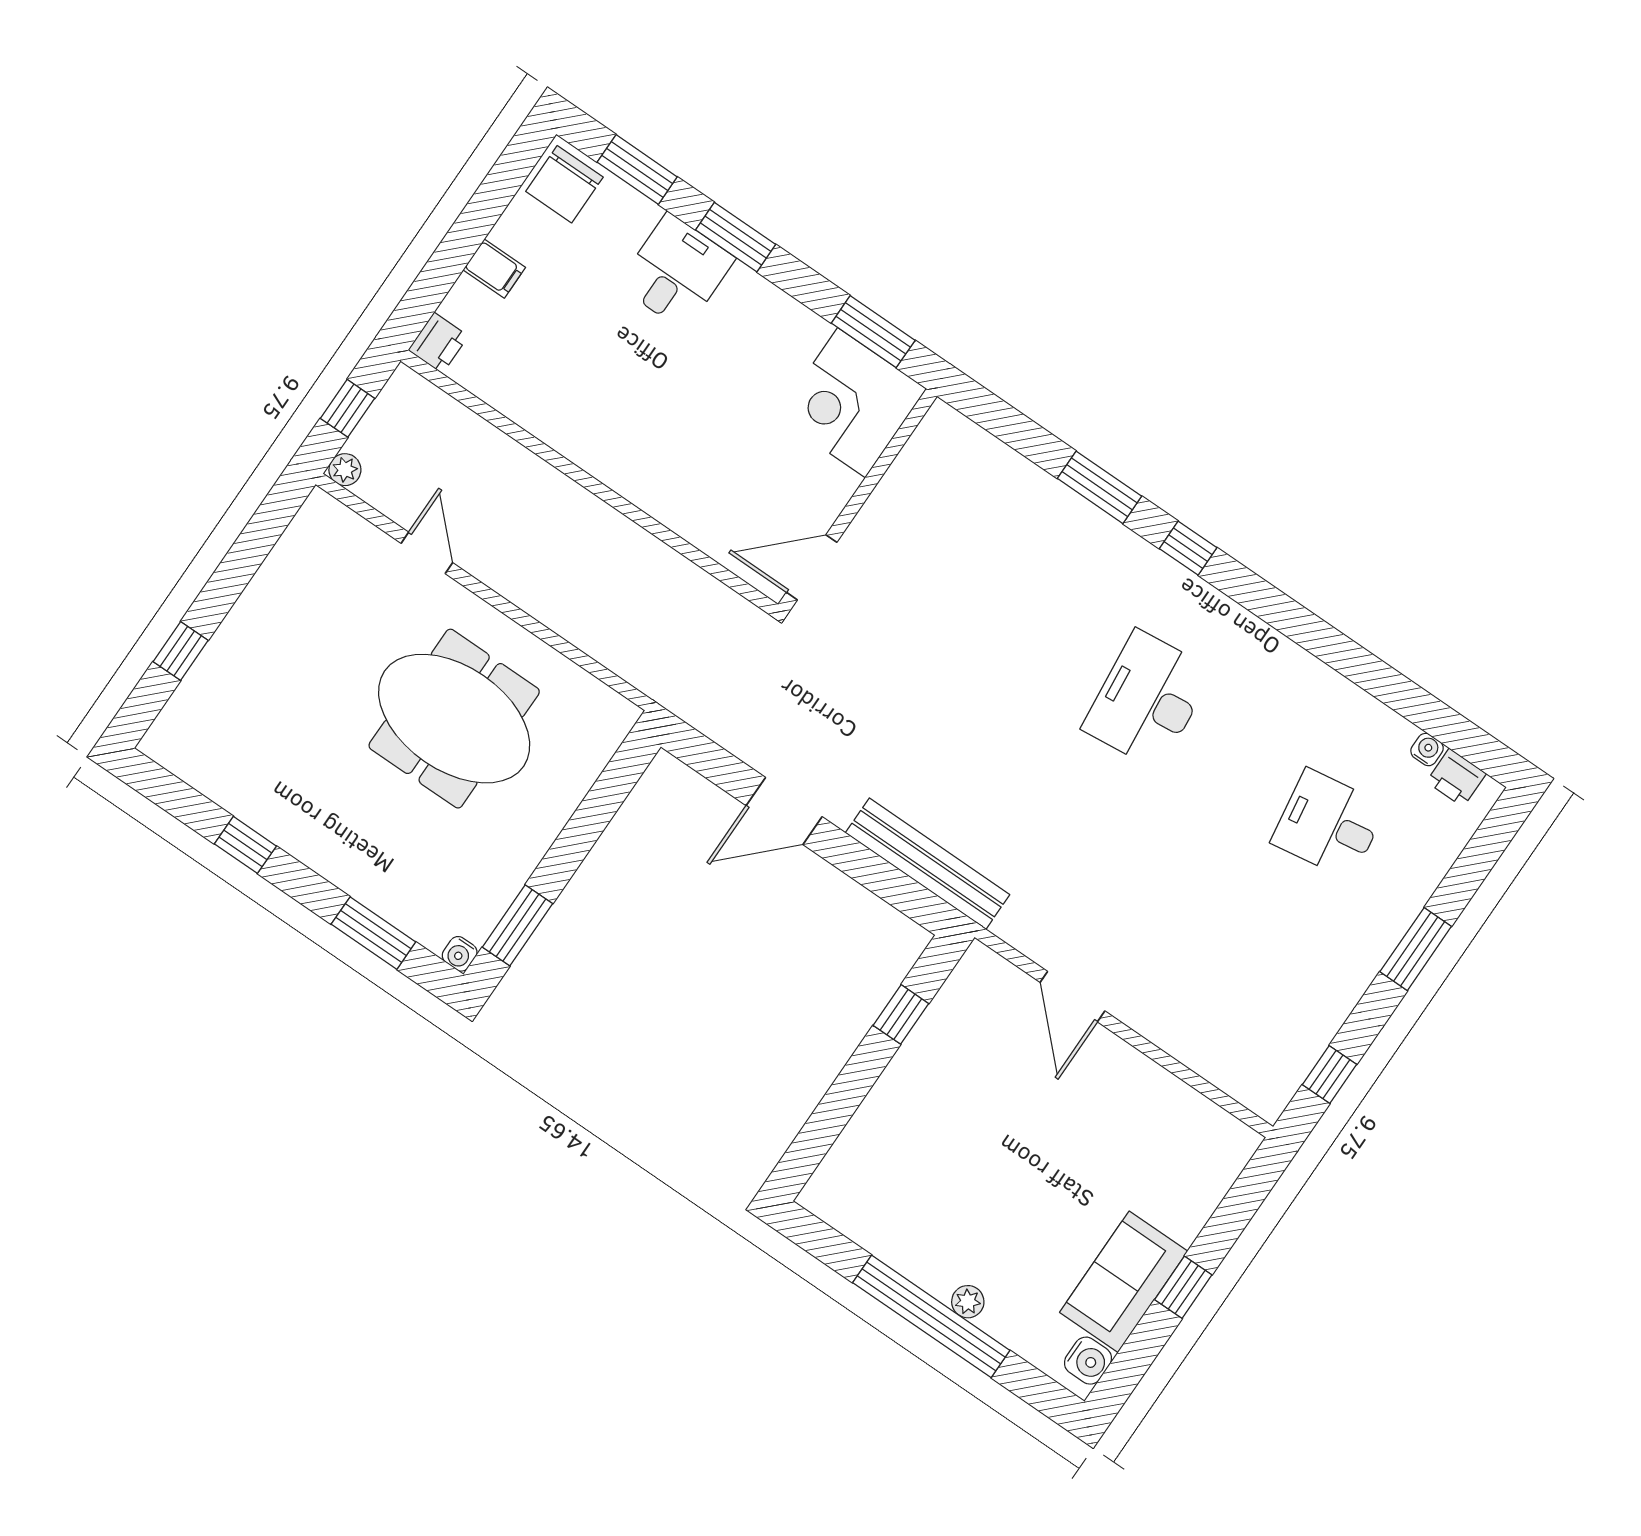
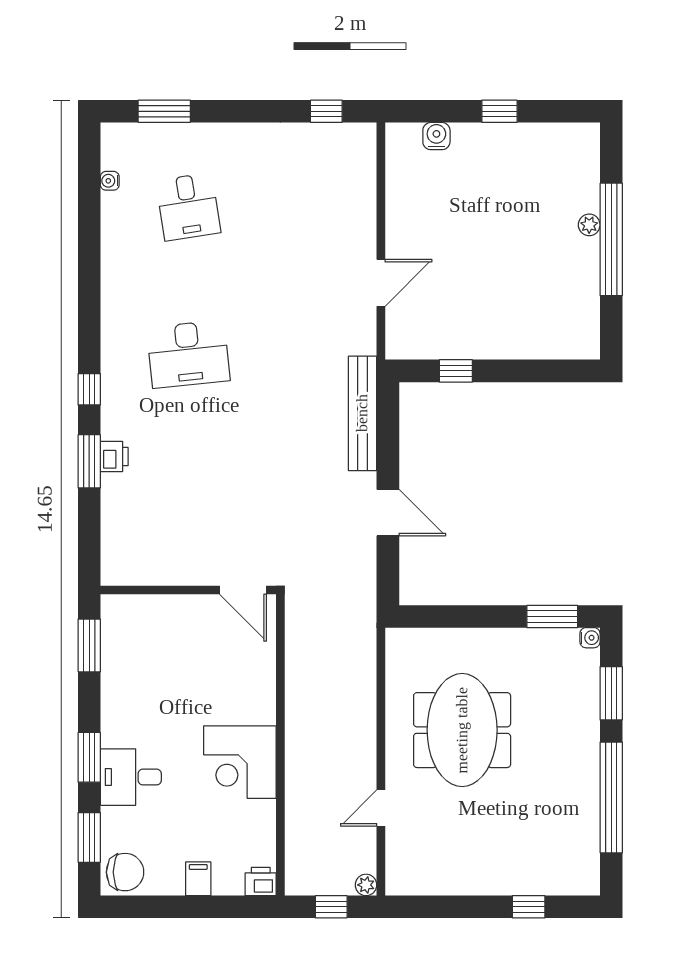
corner desk: (851, 403) -> (240, 762), moved, turned 90
printer: (1456, 778) -> (114, 457), moved
window: (245, 845) -> (611, 797), width x3.17
window: (1416, 949) -> (164, 111), moved
sofa: (1124, 1282) -> (519, 146), removed
water cooler: (1088, 1361) -> (436, 136), moved

